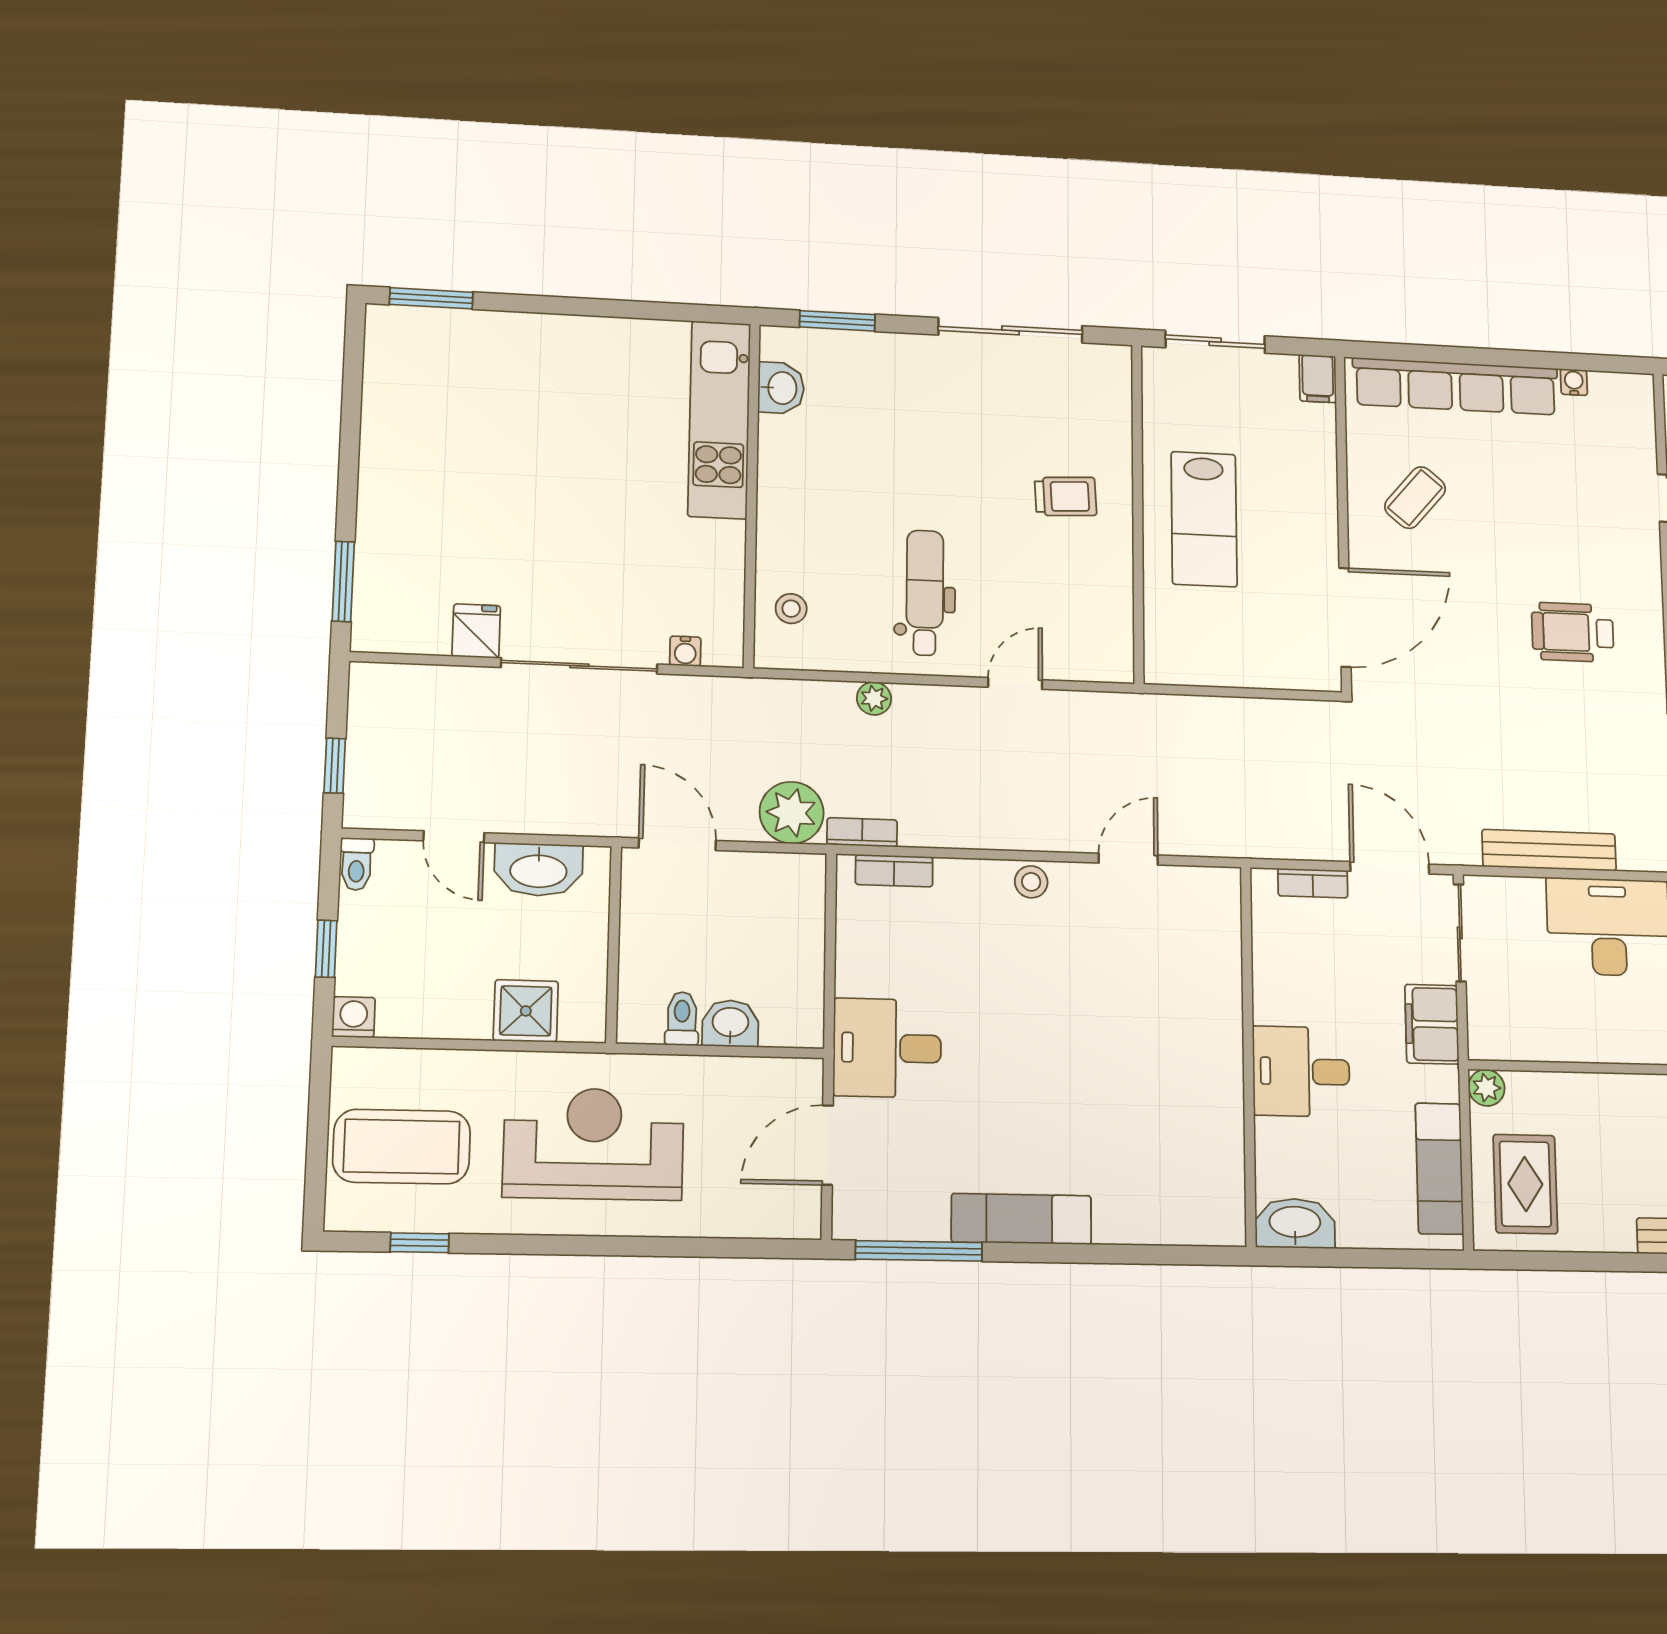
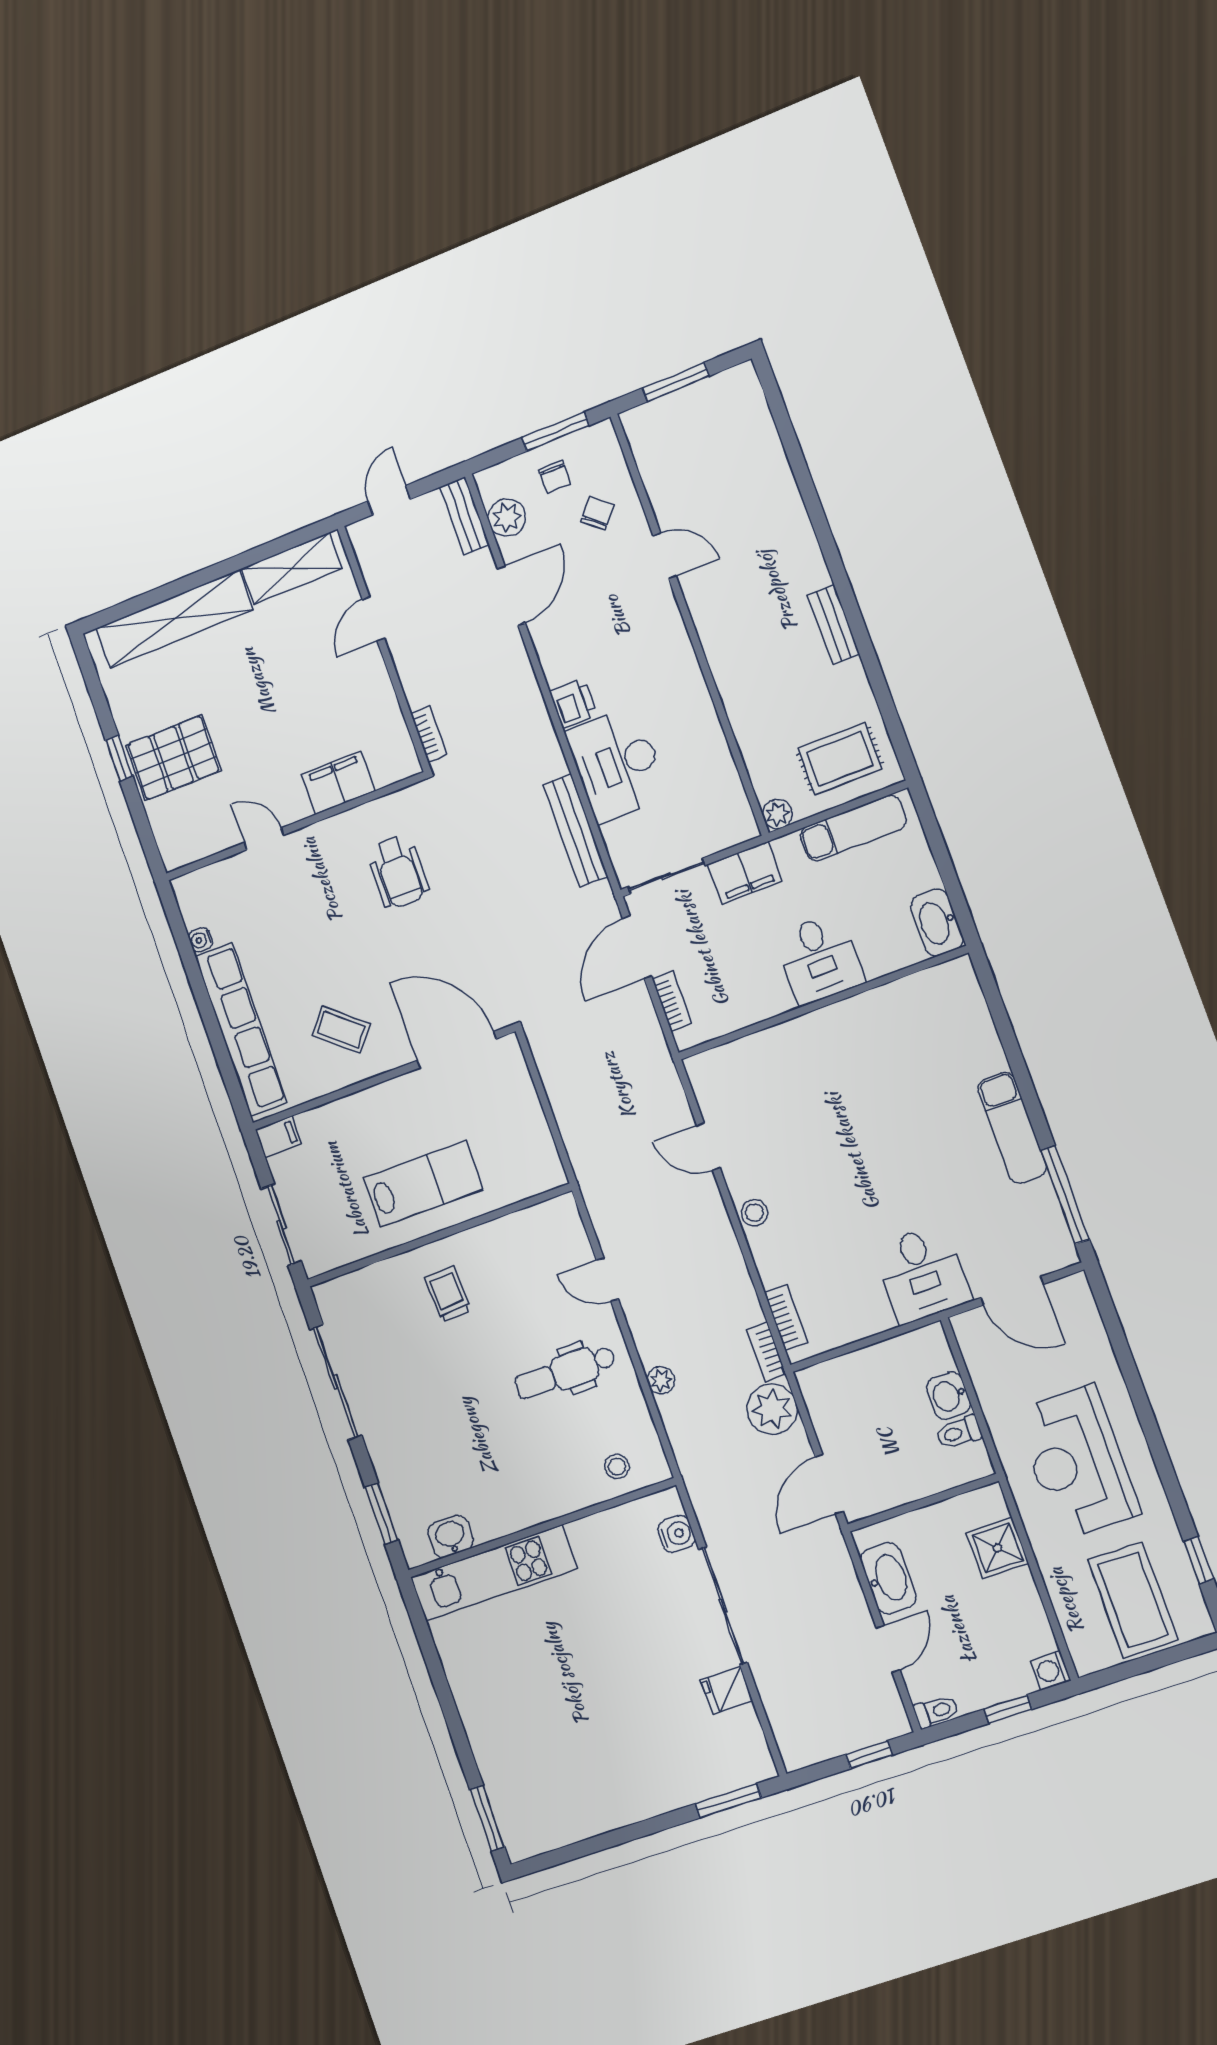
water cooler: (685, 651) -> (676, 1534), width x1.38, depth x1.38

